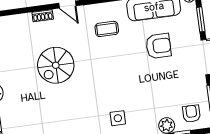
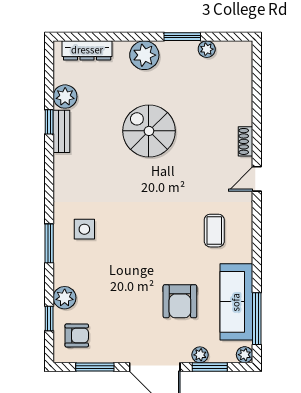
plant: (193, 27) -> (200, 355), added
spiral stairs: (56, 65) -> (149, 131), moved

